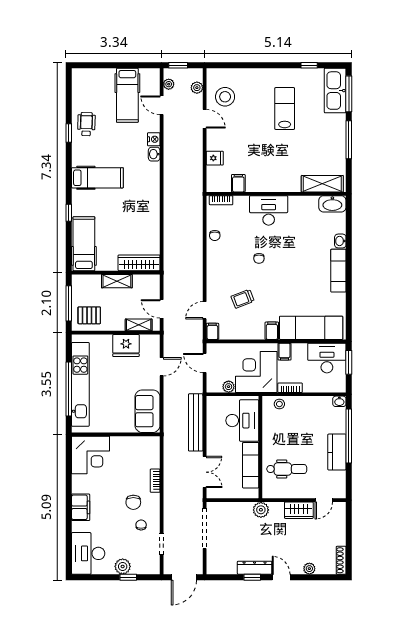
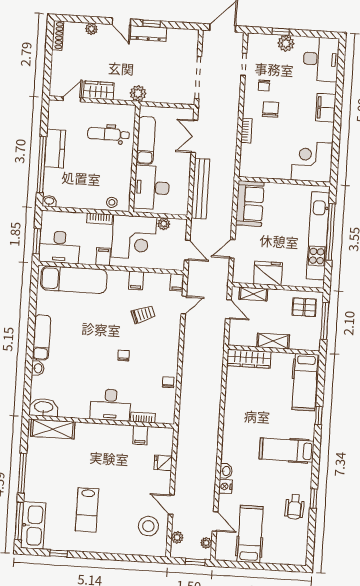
bookcase: (221, 200) -> (143, 418), moved
filing cabinet: (272, 331) -> (136, 281), moved

